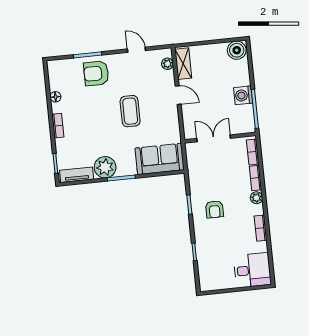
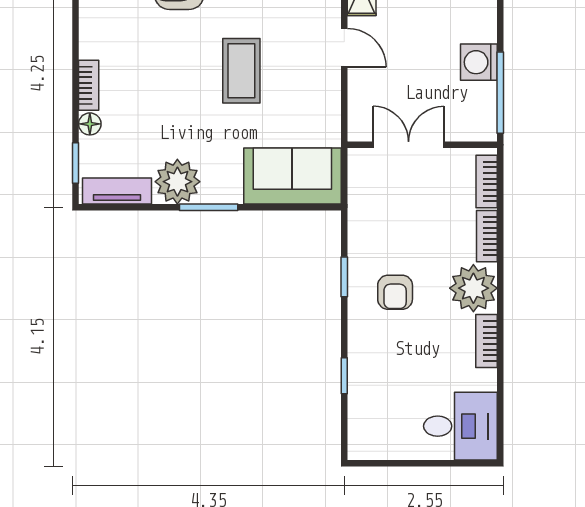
floor lamp: (55, 97) -> (90, 124), moved
plant: (256, 198) -> (473, 288), width x1.88, depth x1.88

